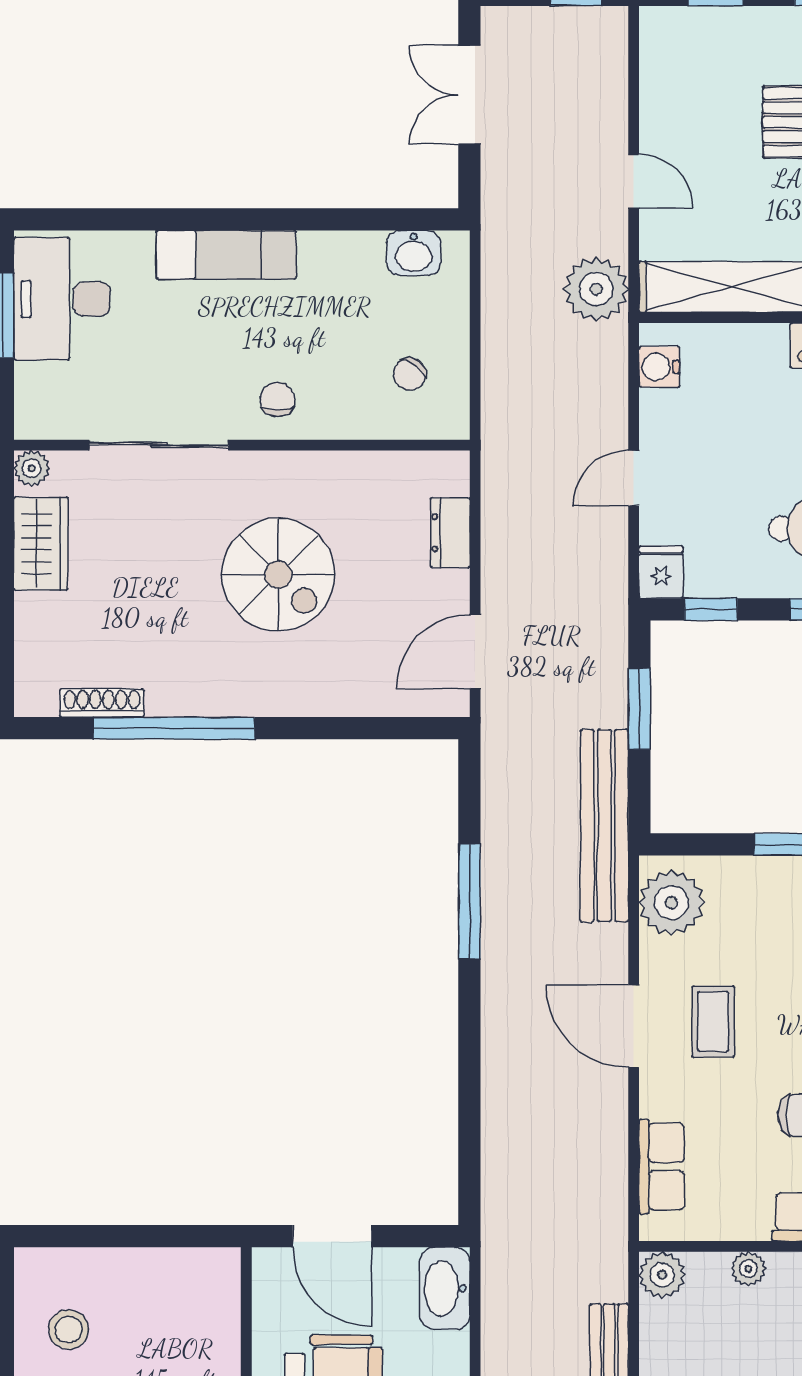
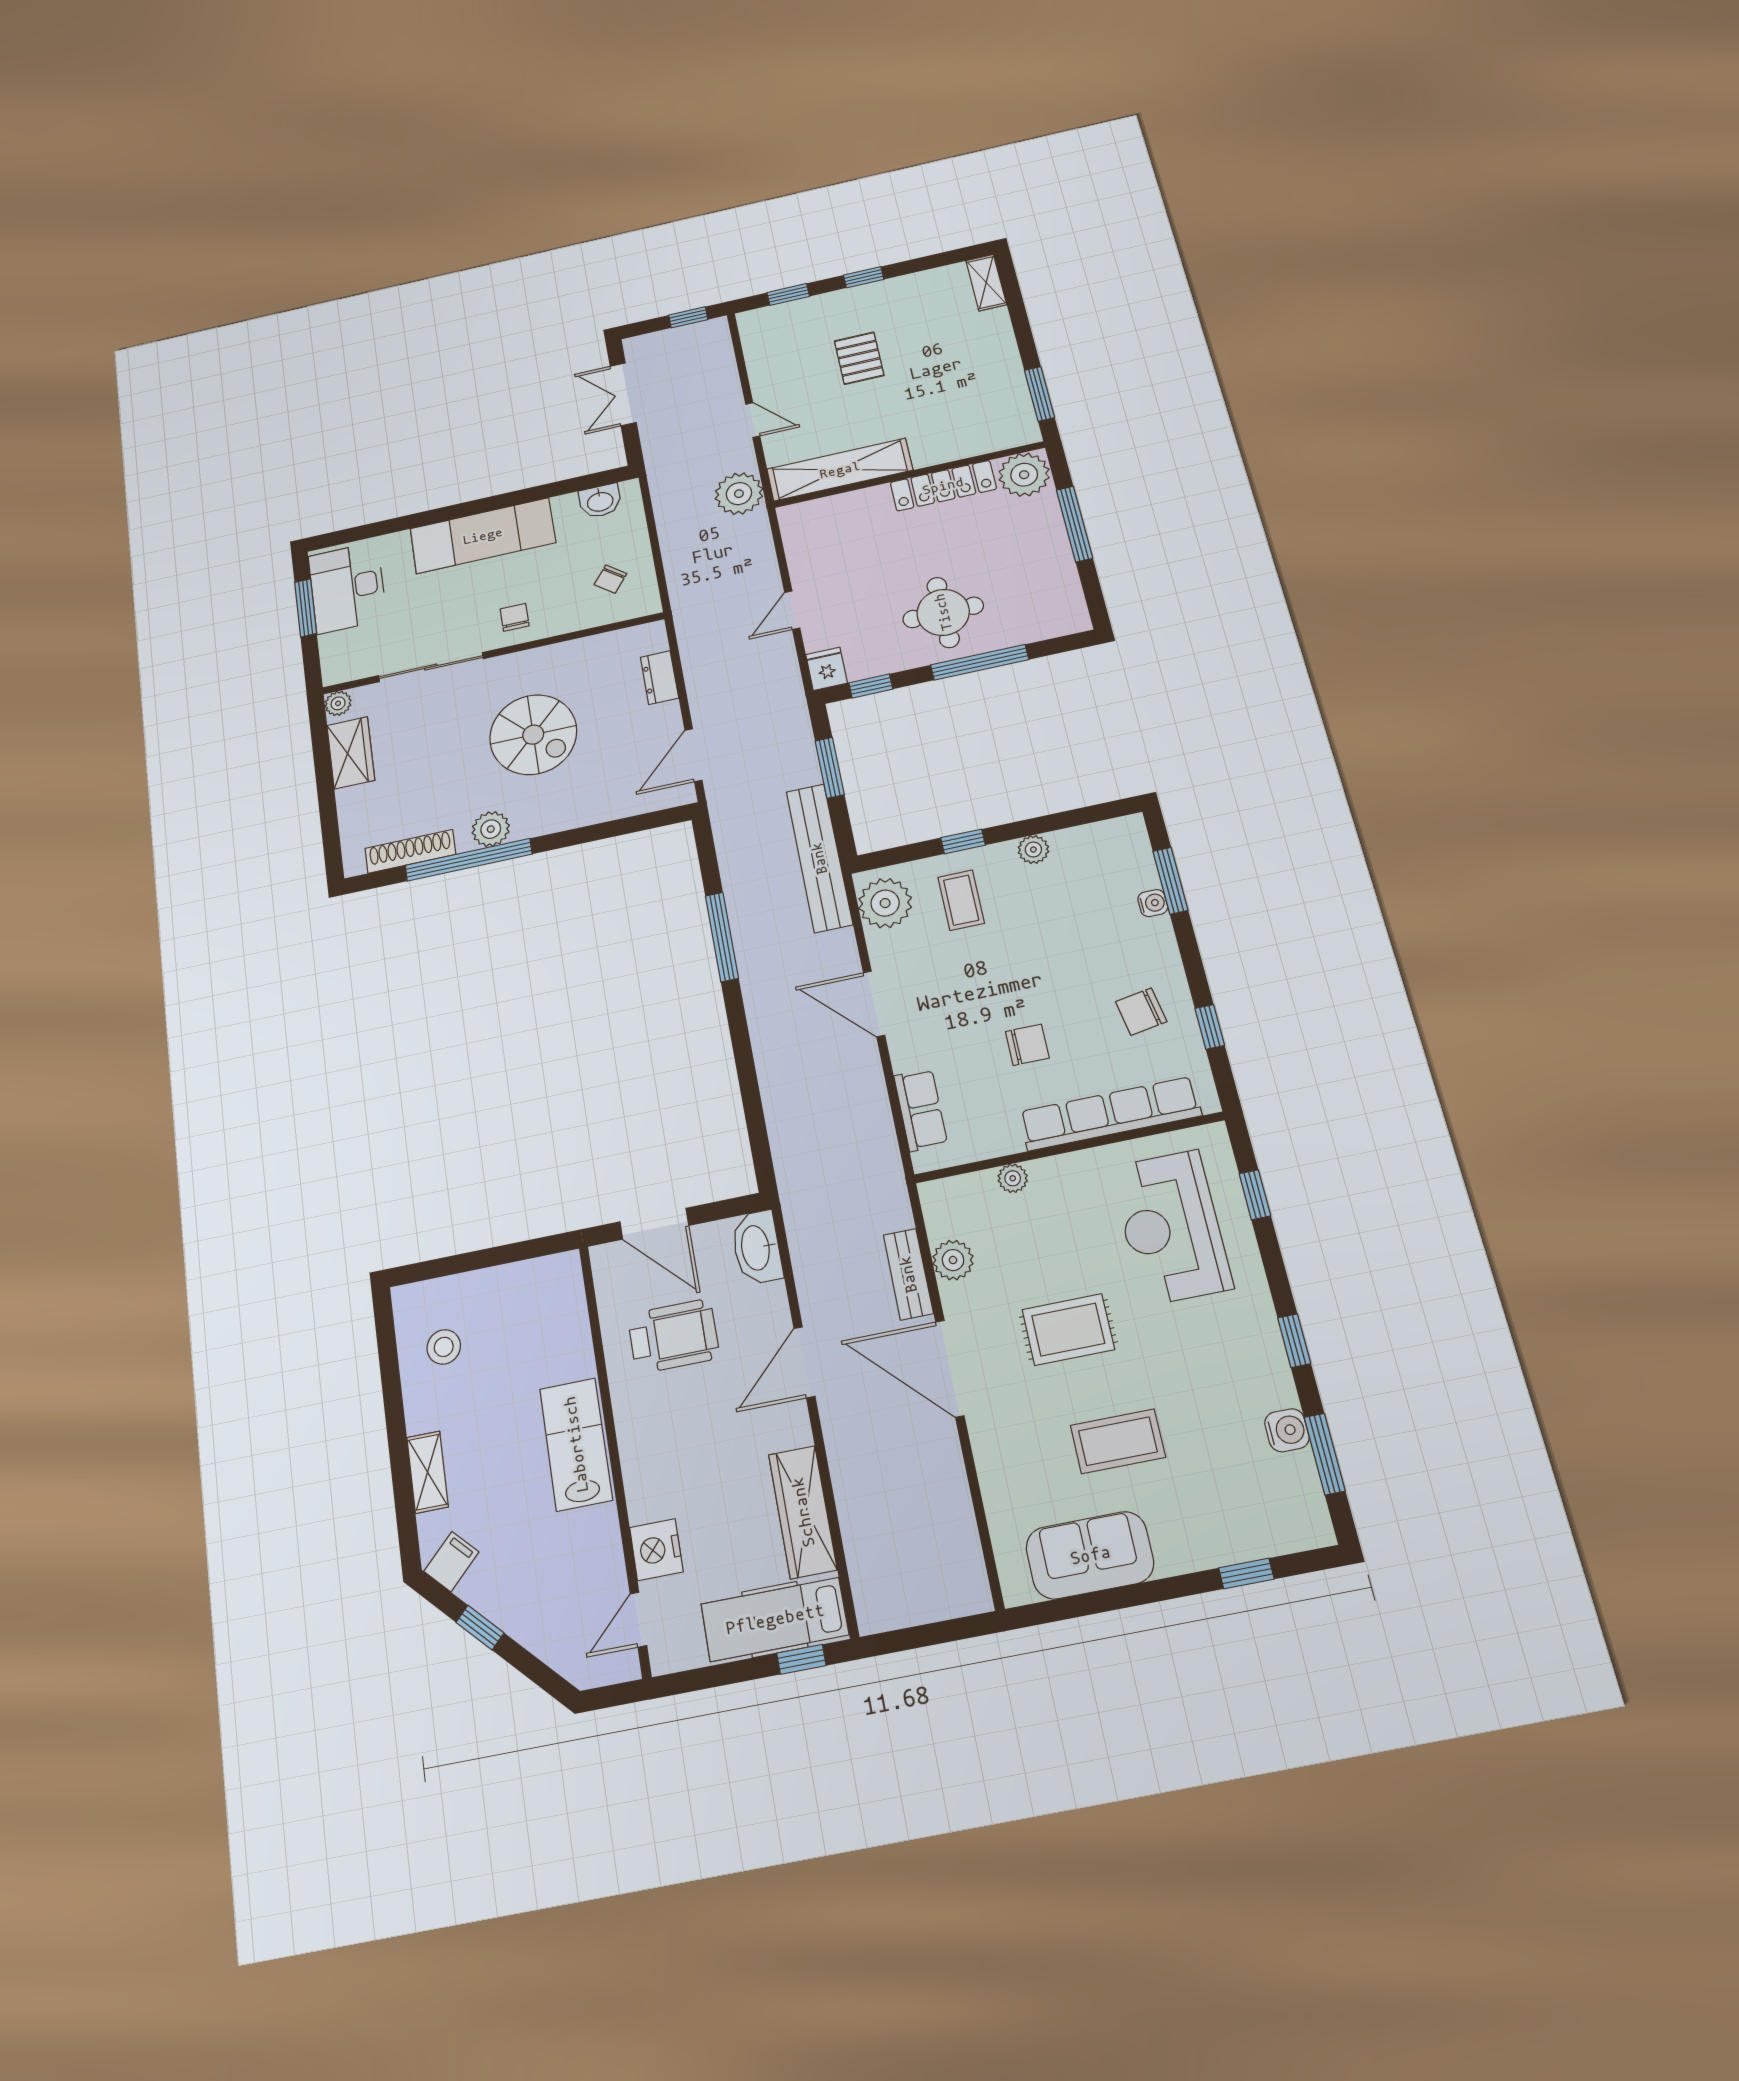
exam couch: (226, 255) -> (483, 536), width x1.36, depth x1.45
water cooler: (659, 367) -> (796, 533), removed
plant: (207, 693) -> (491, 829), added
shoe rack: (102, 703) -> (410, 851), width x1.36, depth x1.24
coffee table: (713, 1022) -> (961, 900), moved
plant: (662, 1275) -> (953, 1260), moved

